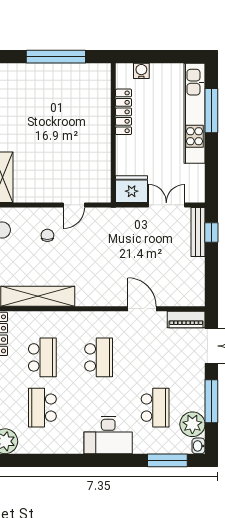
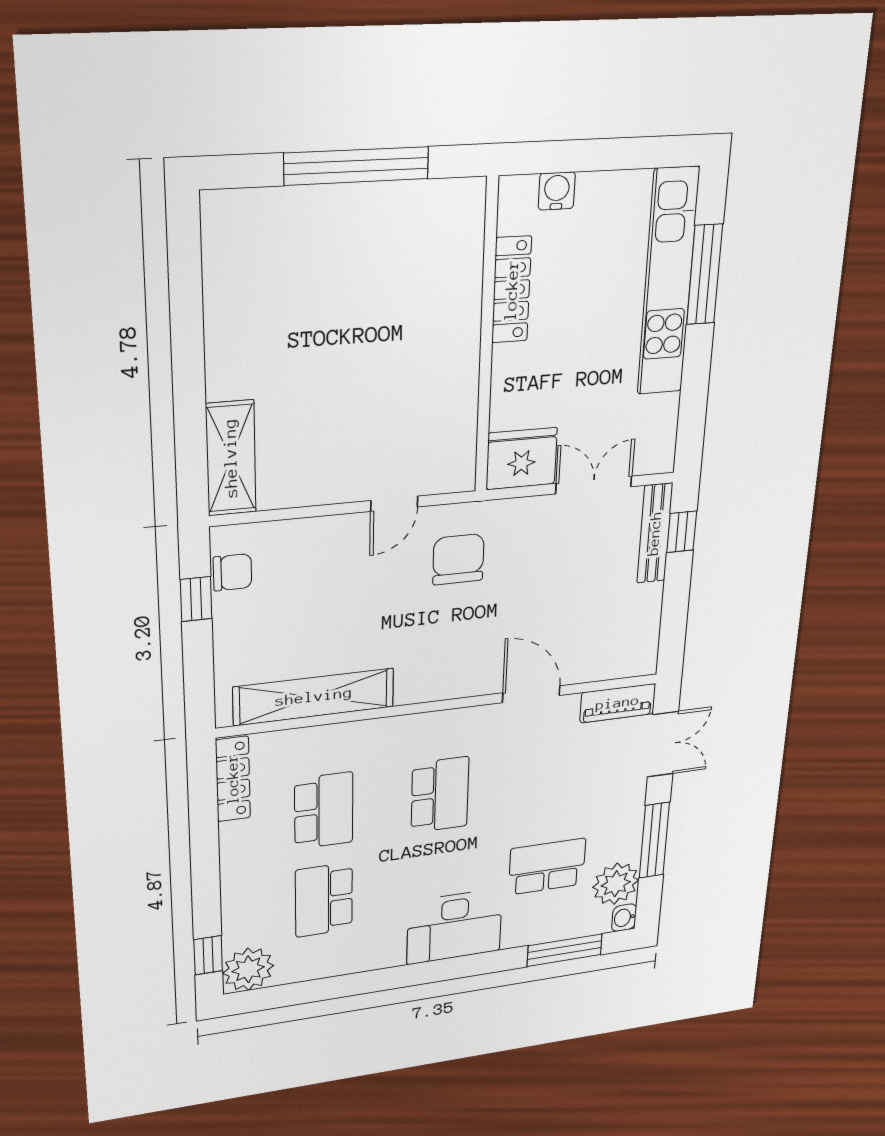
chair: (47, 235) -> (458, 559), moved, width x1.87, depth x1.87
school desk: (155, 408) -> (547, 867), turned -90

